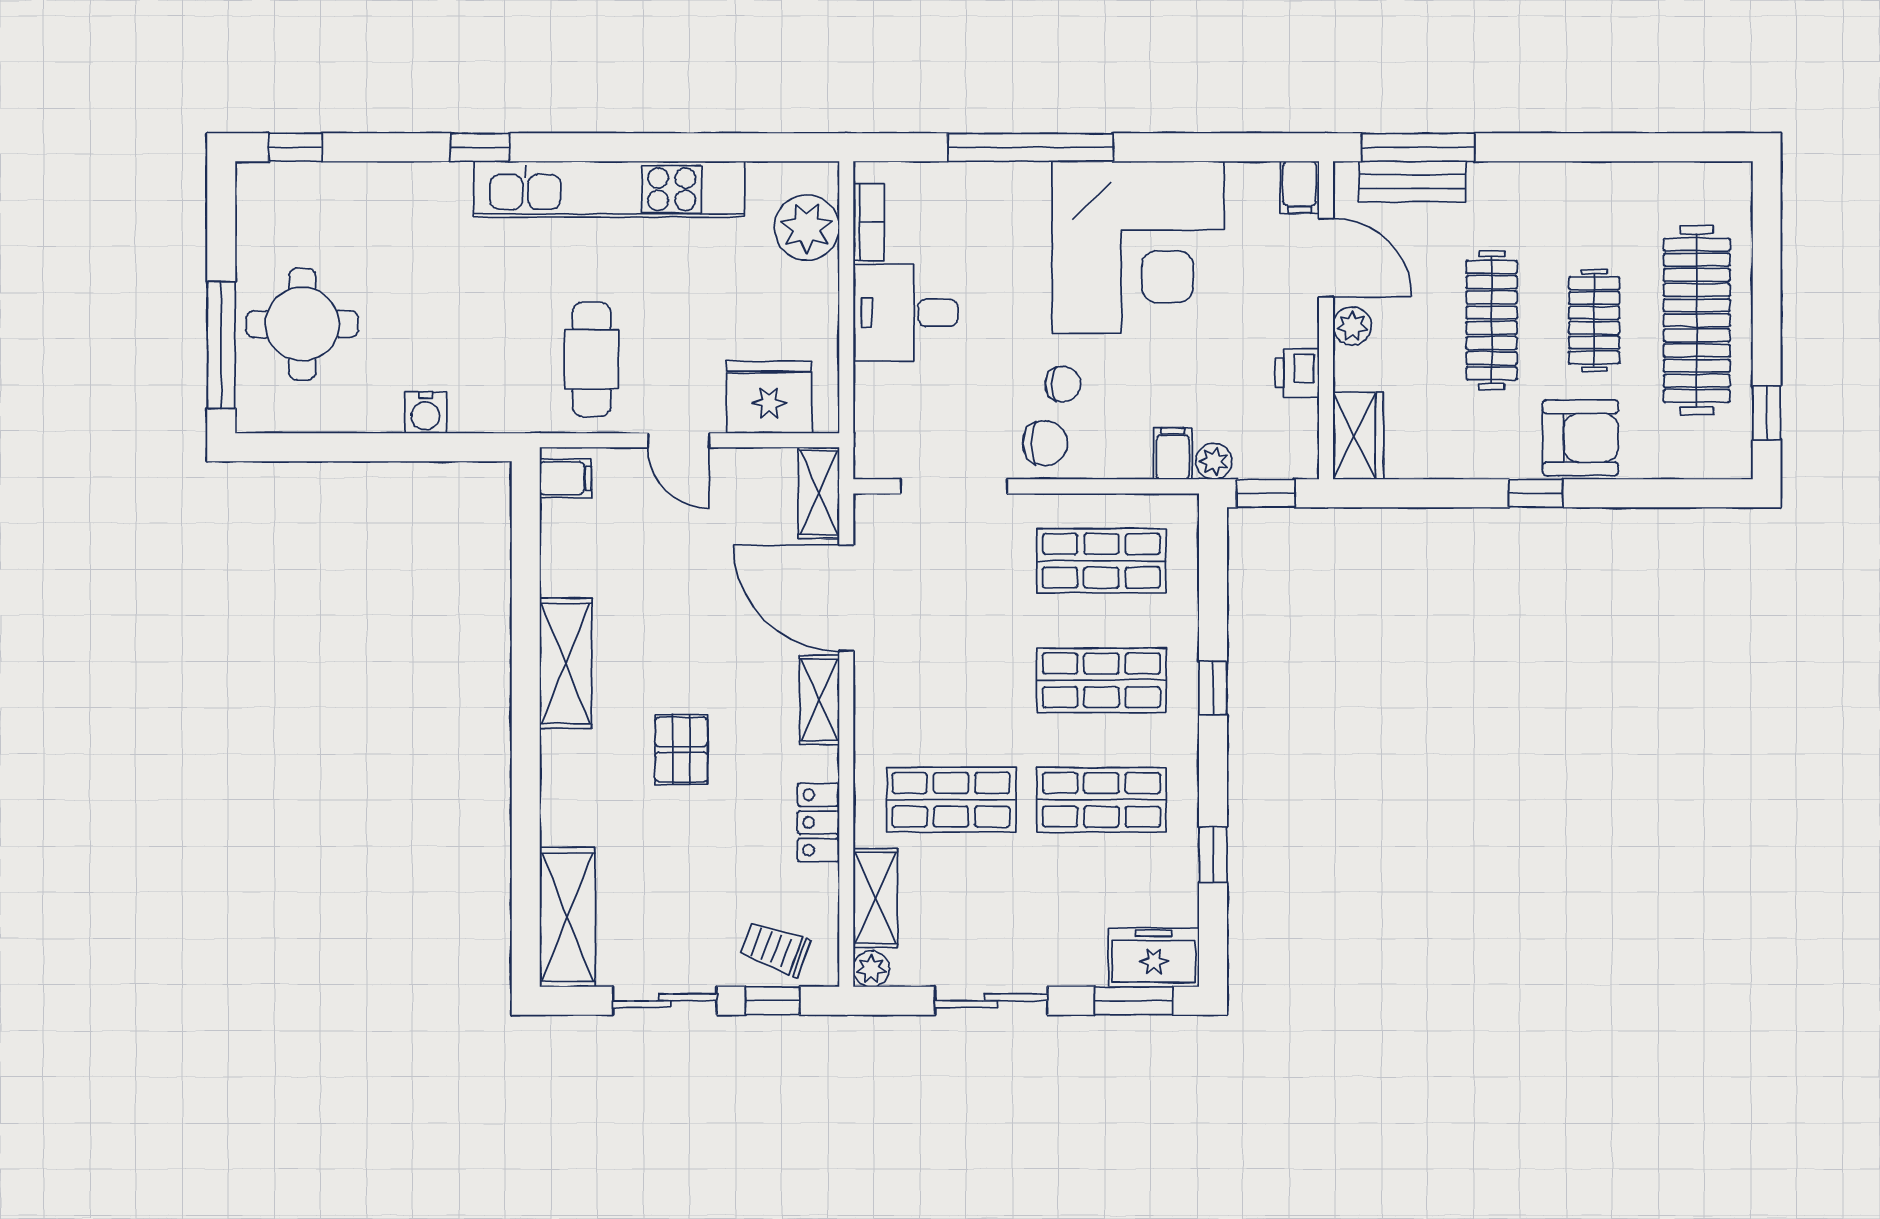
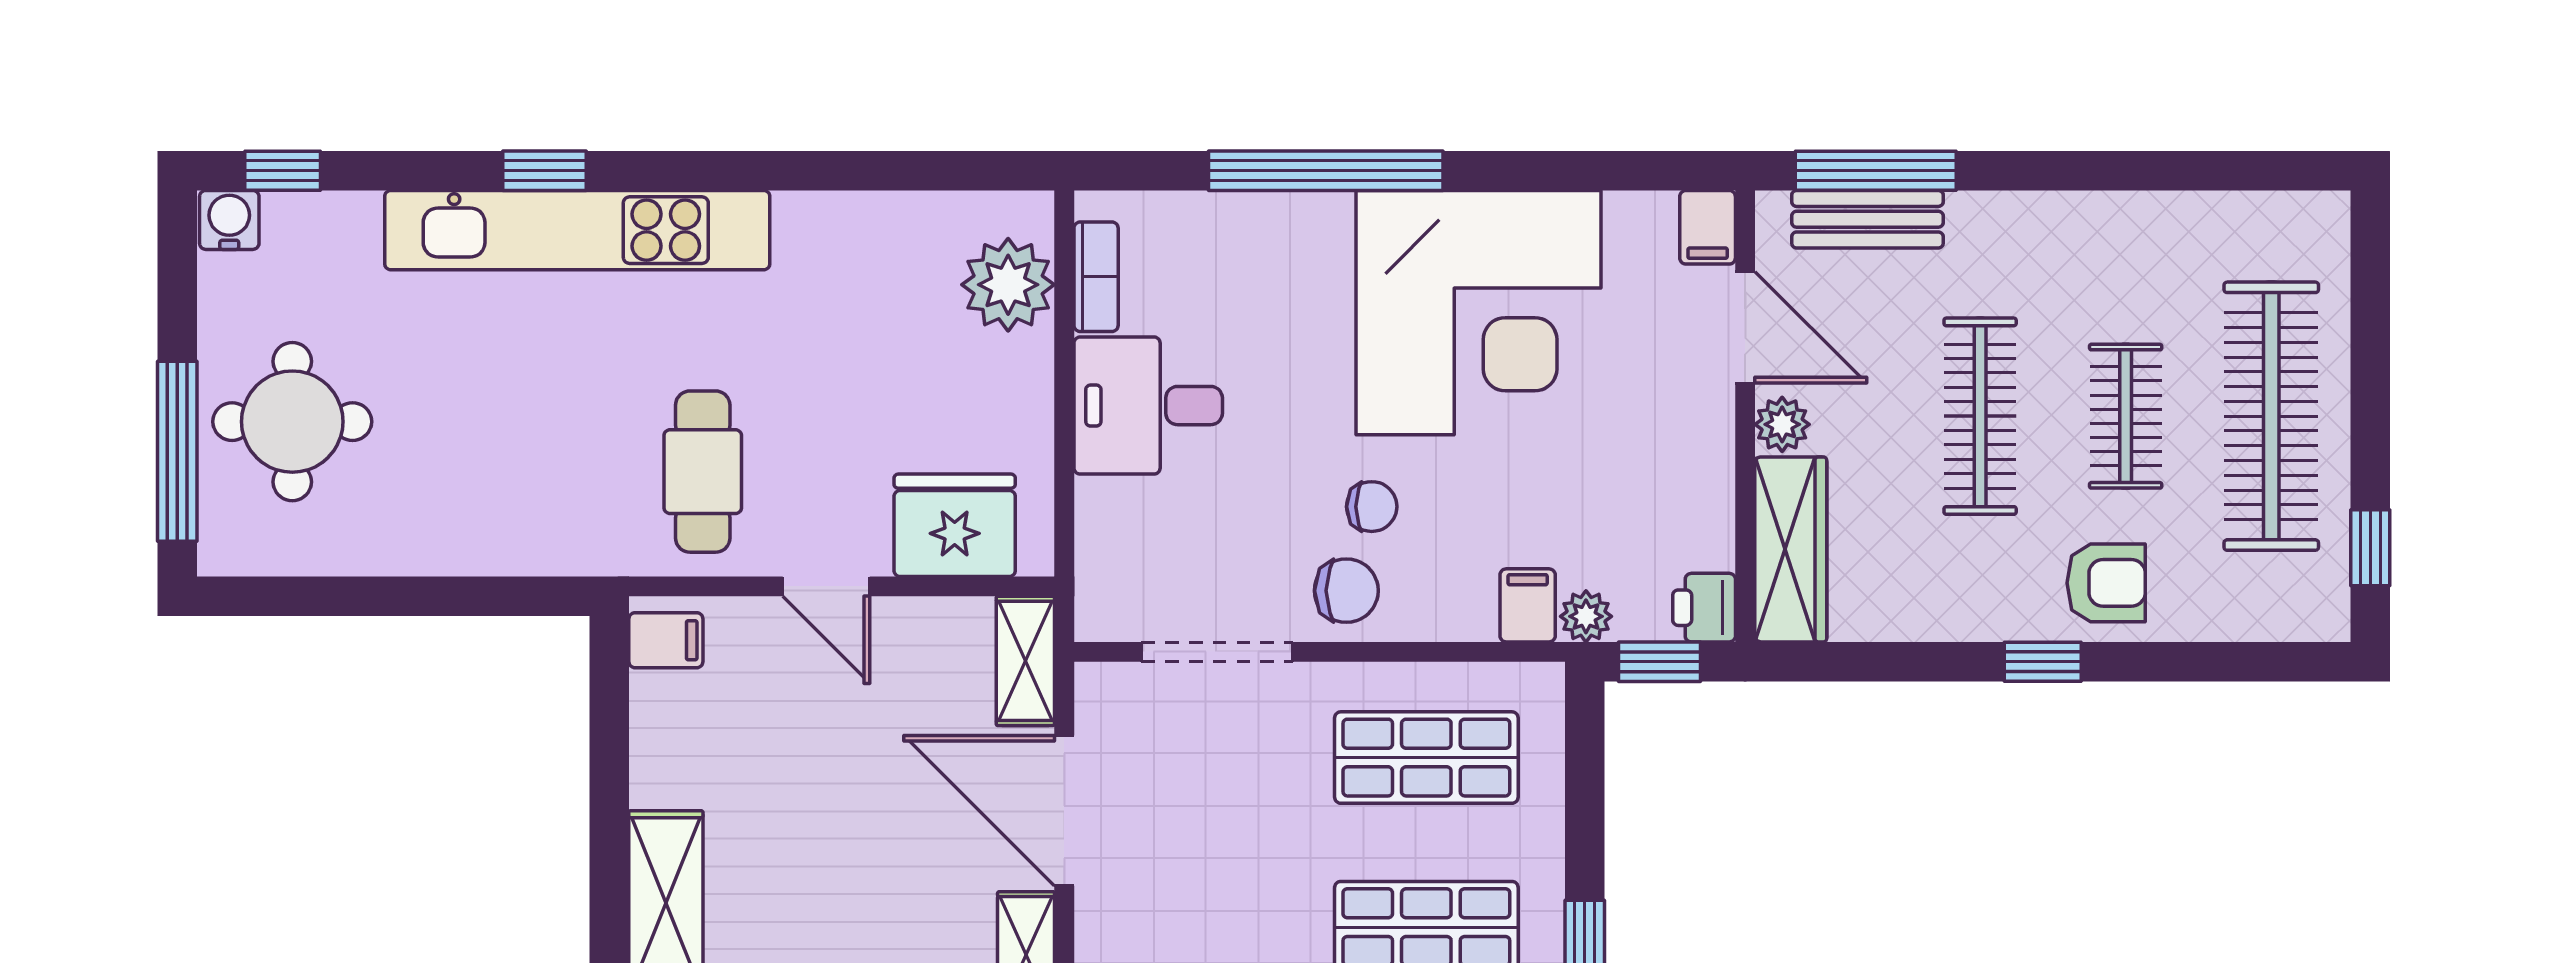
kitchen unit: (609, 189) -> (577, 230), moved
printer: (1297, 373) -> (1704, 608), moved
water cooler: (426, 412) -> (229, 220), moved, turned 180
wardrobe: (1358, 436) -> (1791, 549), width x1.50
armchair: (1580, 438) -> (2106, 583), width x0.72, depth x0.72

